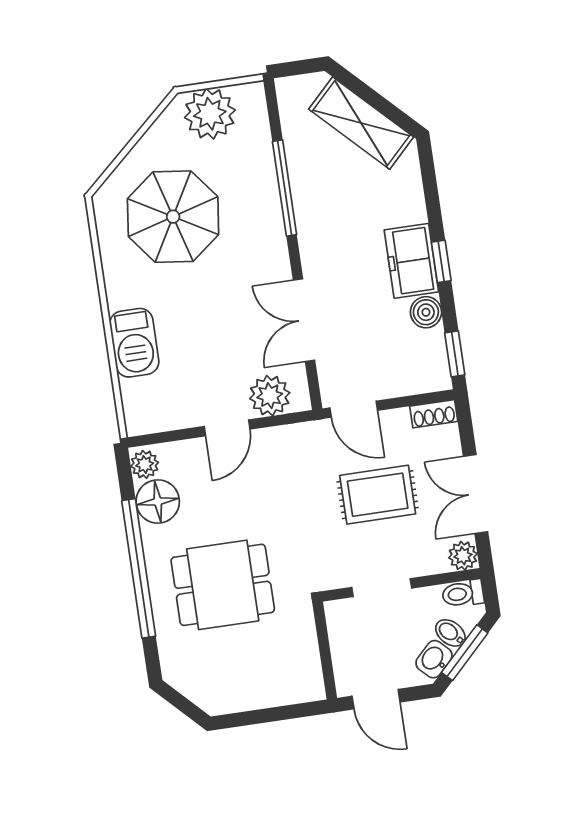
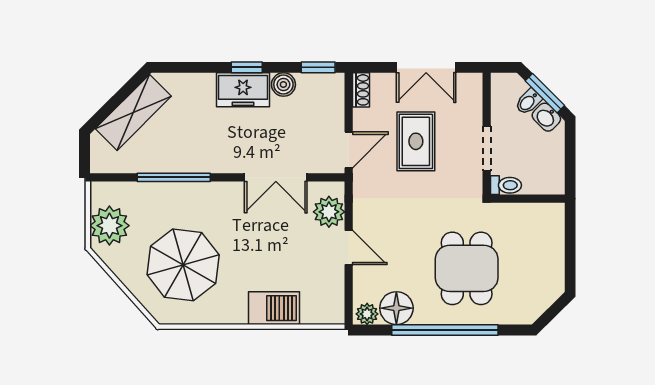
plant: (463, 556) -> (471, 84), removed
toilet: (463, 594) -> (506, 185), moved, turned -90
door: (376, 699) -> (570, 165), removed

